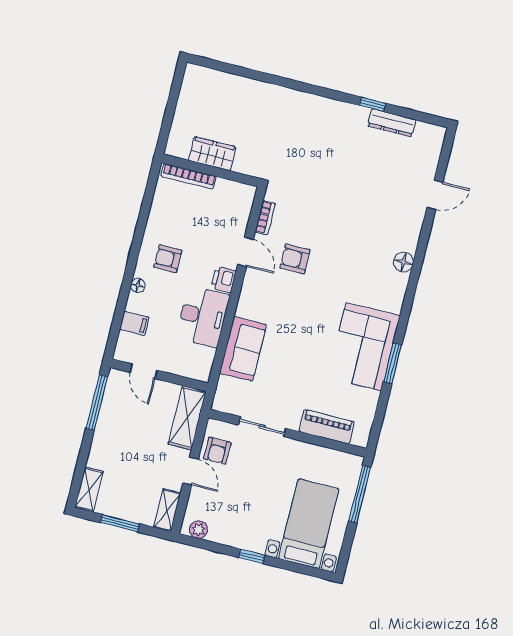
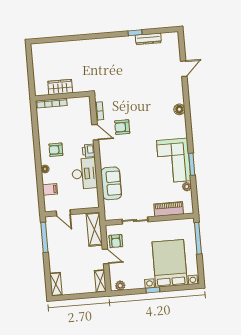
plant: (371, 399) -> (187, 187), added
window: (120, 523) -> (78, 296), removed
bed with nightstands: (309, 524) -> (170, 263), width x1.36

